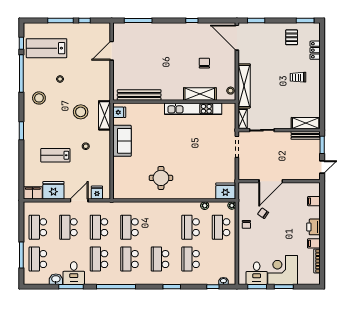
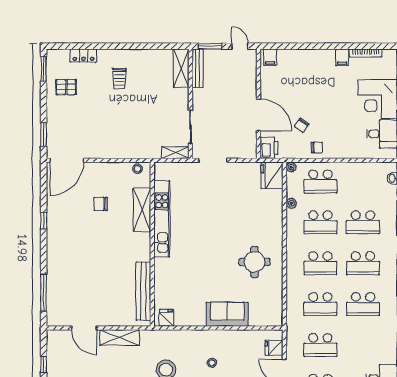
shelving: (244, 86) -> (131, 151), removed
shelving: (105, 115) -> (120, 337), moved
sofa: (122, 141) -> (227, 314), moved
filing cabinet: (314, 201) -> (270, 57), moved
printer: (313, 227) -> (269, 148), moved, turned -90
school desk: (99, 259) -> (320, 263), moved

